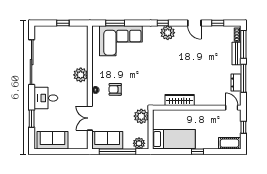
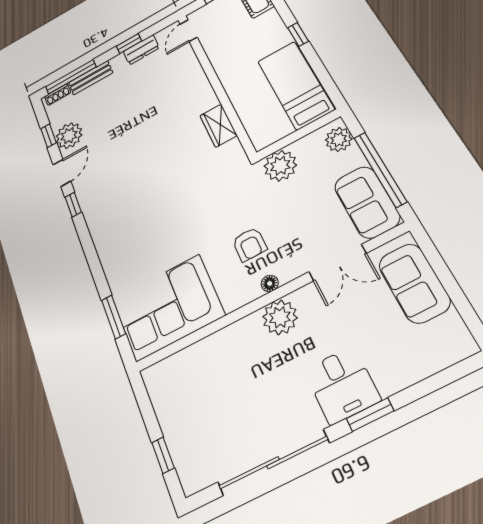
window: (63, 23) -> (163, 455), moved
window: (163, 23) -> (73, 205), moved
plant: (168, 33) -> (69, 136), moved
corner sofa: (121, 41) -> (168, 307), moved, turned -90
plant: (81, 75) -> (280, 317), moved
window: (243, 78) -> (129, 44), width x0.46
wardrobe: (180, 100) -> (218, 126), width x0.67
window: (32, 119) -> (370, 415), moved
sofa: (52, 140) -> (414, 283), moved

